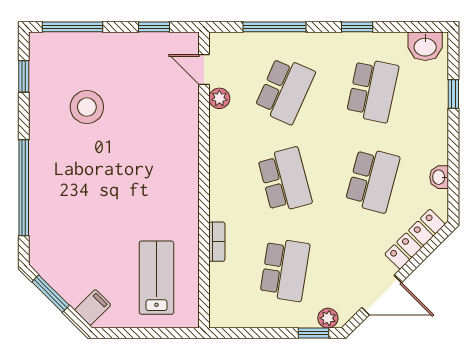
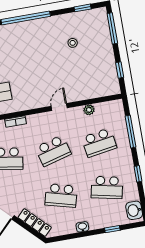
door: (204, 69) -> (59, 107), moved
school desk: (285, 90) -> (99, 143), turned -33
stool: (87, 107) -> (73, 43), width x0.53, depth x0.53
washbasin: (439, 177) -> (82, 227), moved

